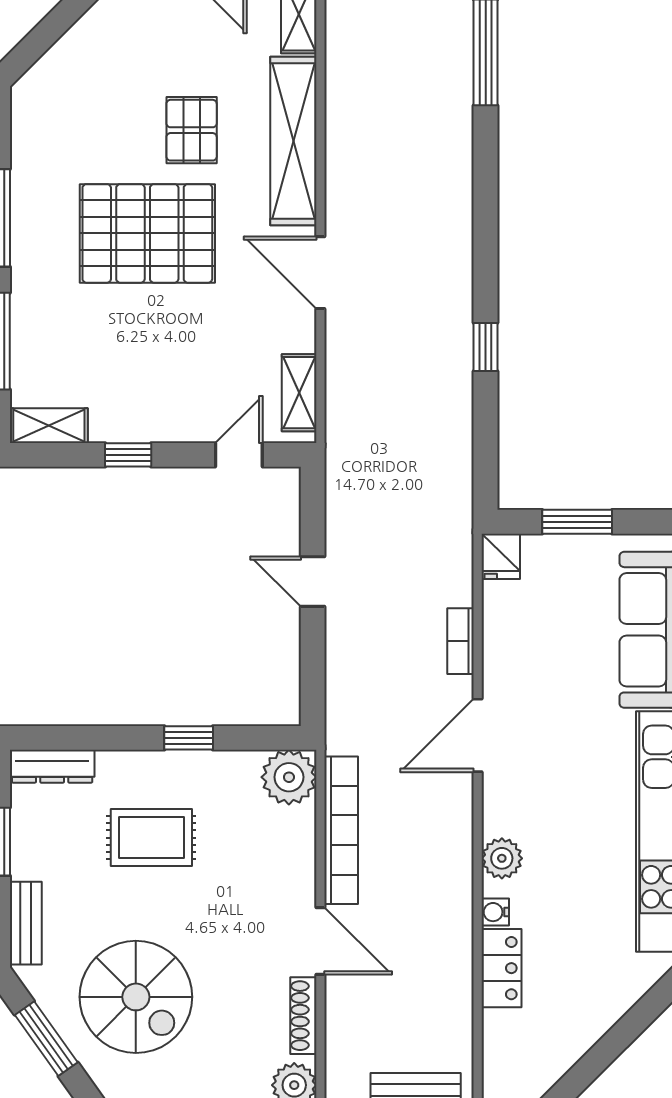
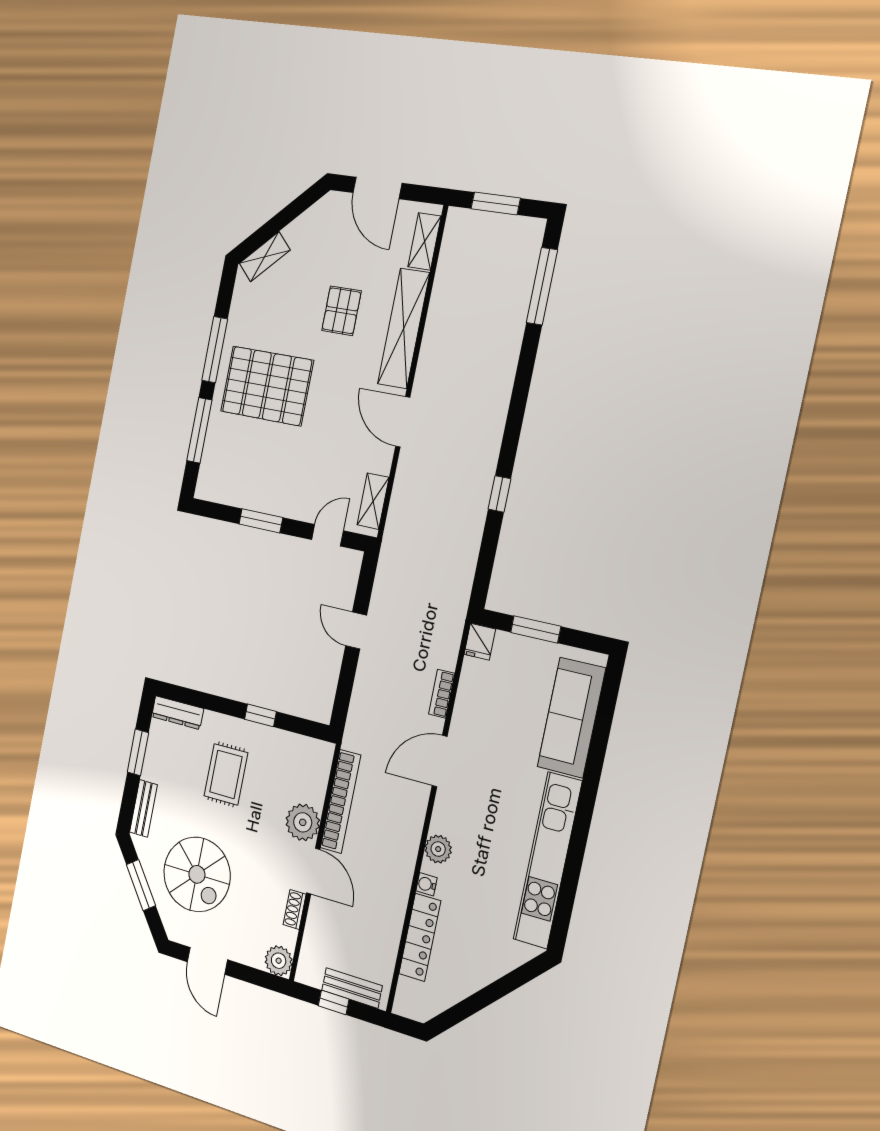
pallet: (147, 233) -> (267, 386), moved
shelving: (49, 426) -> (265, 257), moved, turned -45
window: (128, 455) -> (261, 521), width x1.50
plant: (289, 777) -> (303, 822), moved
rug: (151, 838) -> (226, 774), turned 90
locker: (501, 968) -> (420, 937), width x1.53
shoe rack: (303, 1016) -> (295, 909), width x0.70

